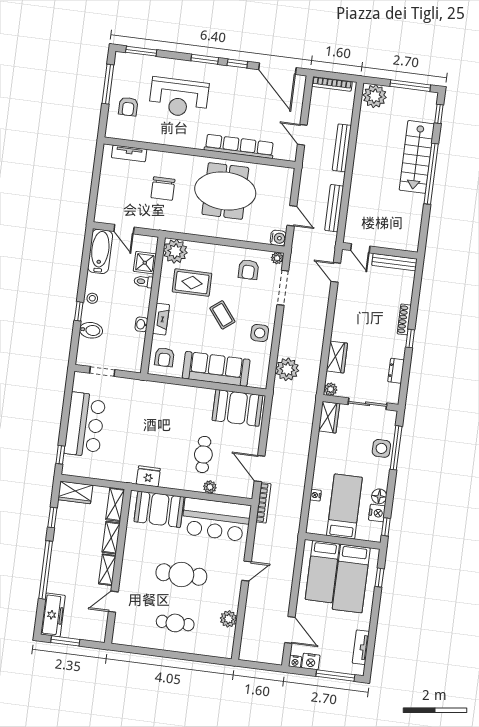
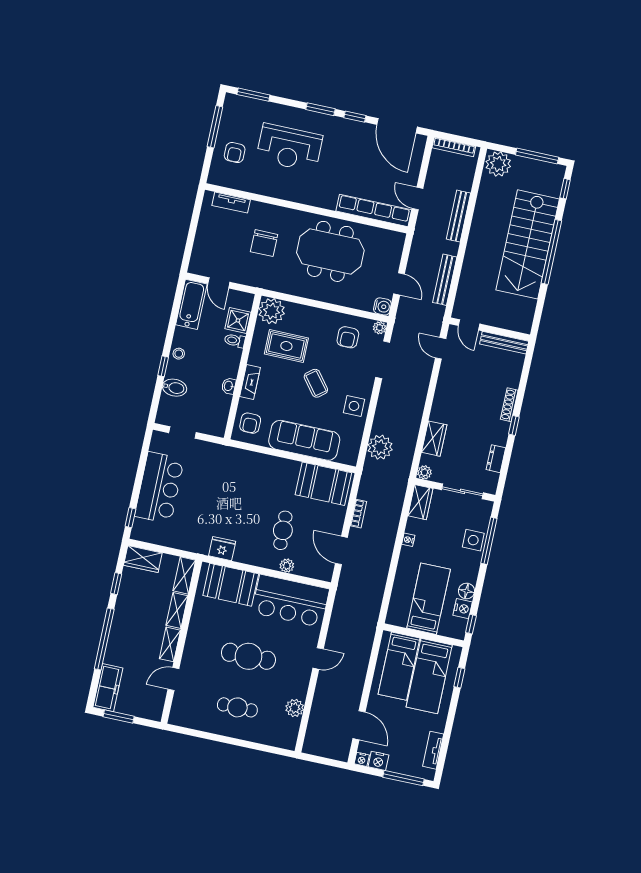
row of seats: (239, 146) -> (374, 210), moved
stairs: (417, 157) -> (528, 244), width x1.36, depth x1.51
nightstand: (316, 495) -> (408, 540), moved
bookcase: (263, 503) -> (358, 514), moved, width x0.64

